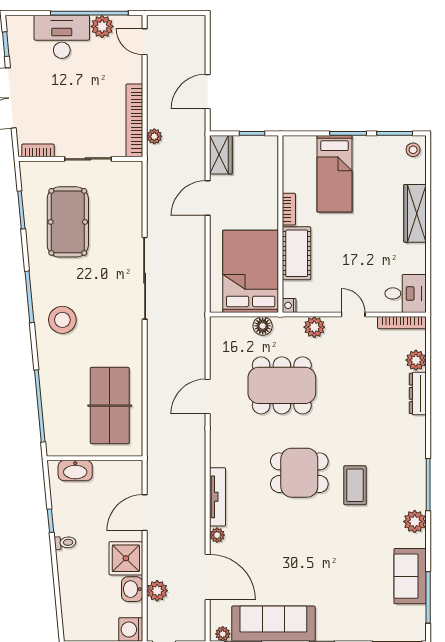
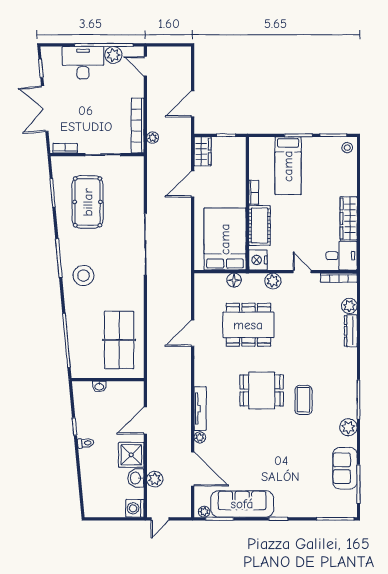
wardrobe: (415, 213) -> (349, 218), moved
nightstand: (289, 305) -> (258, 260), width x1.89, depth x1.79
washbasin: (75, 471) -> (99, 386), width x0.52, depth x0.69

